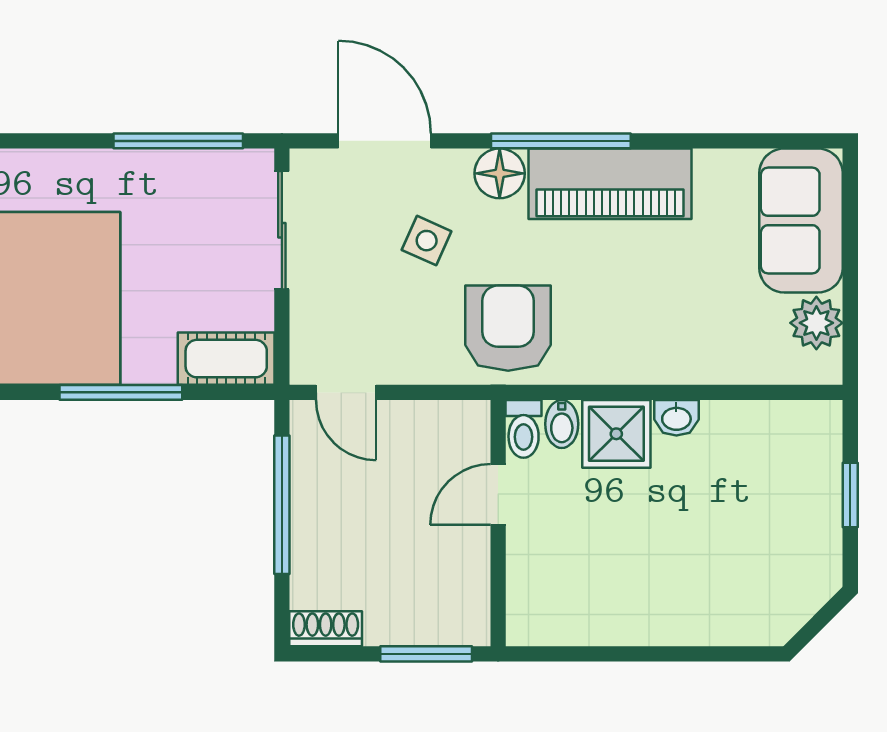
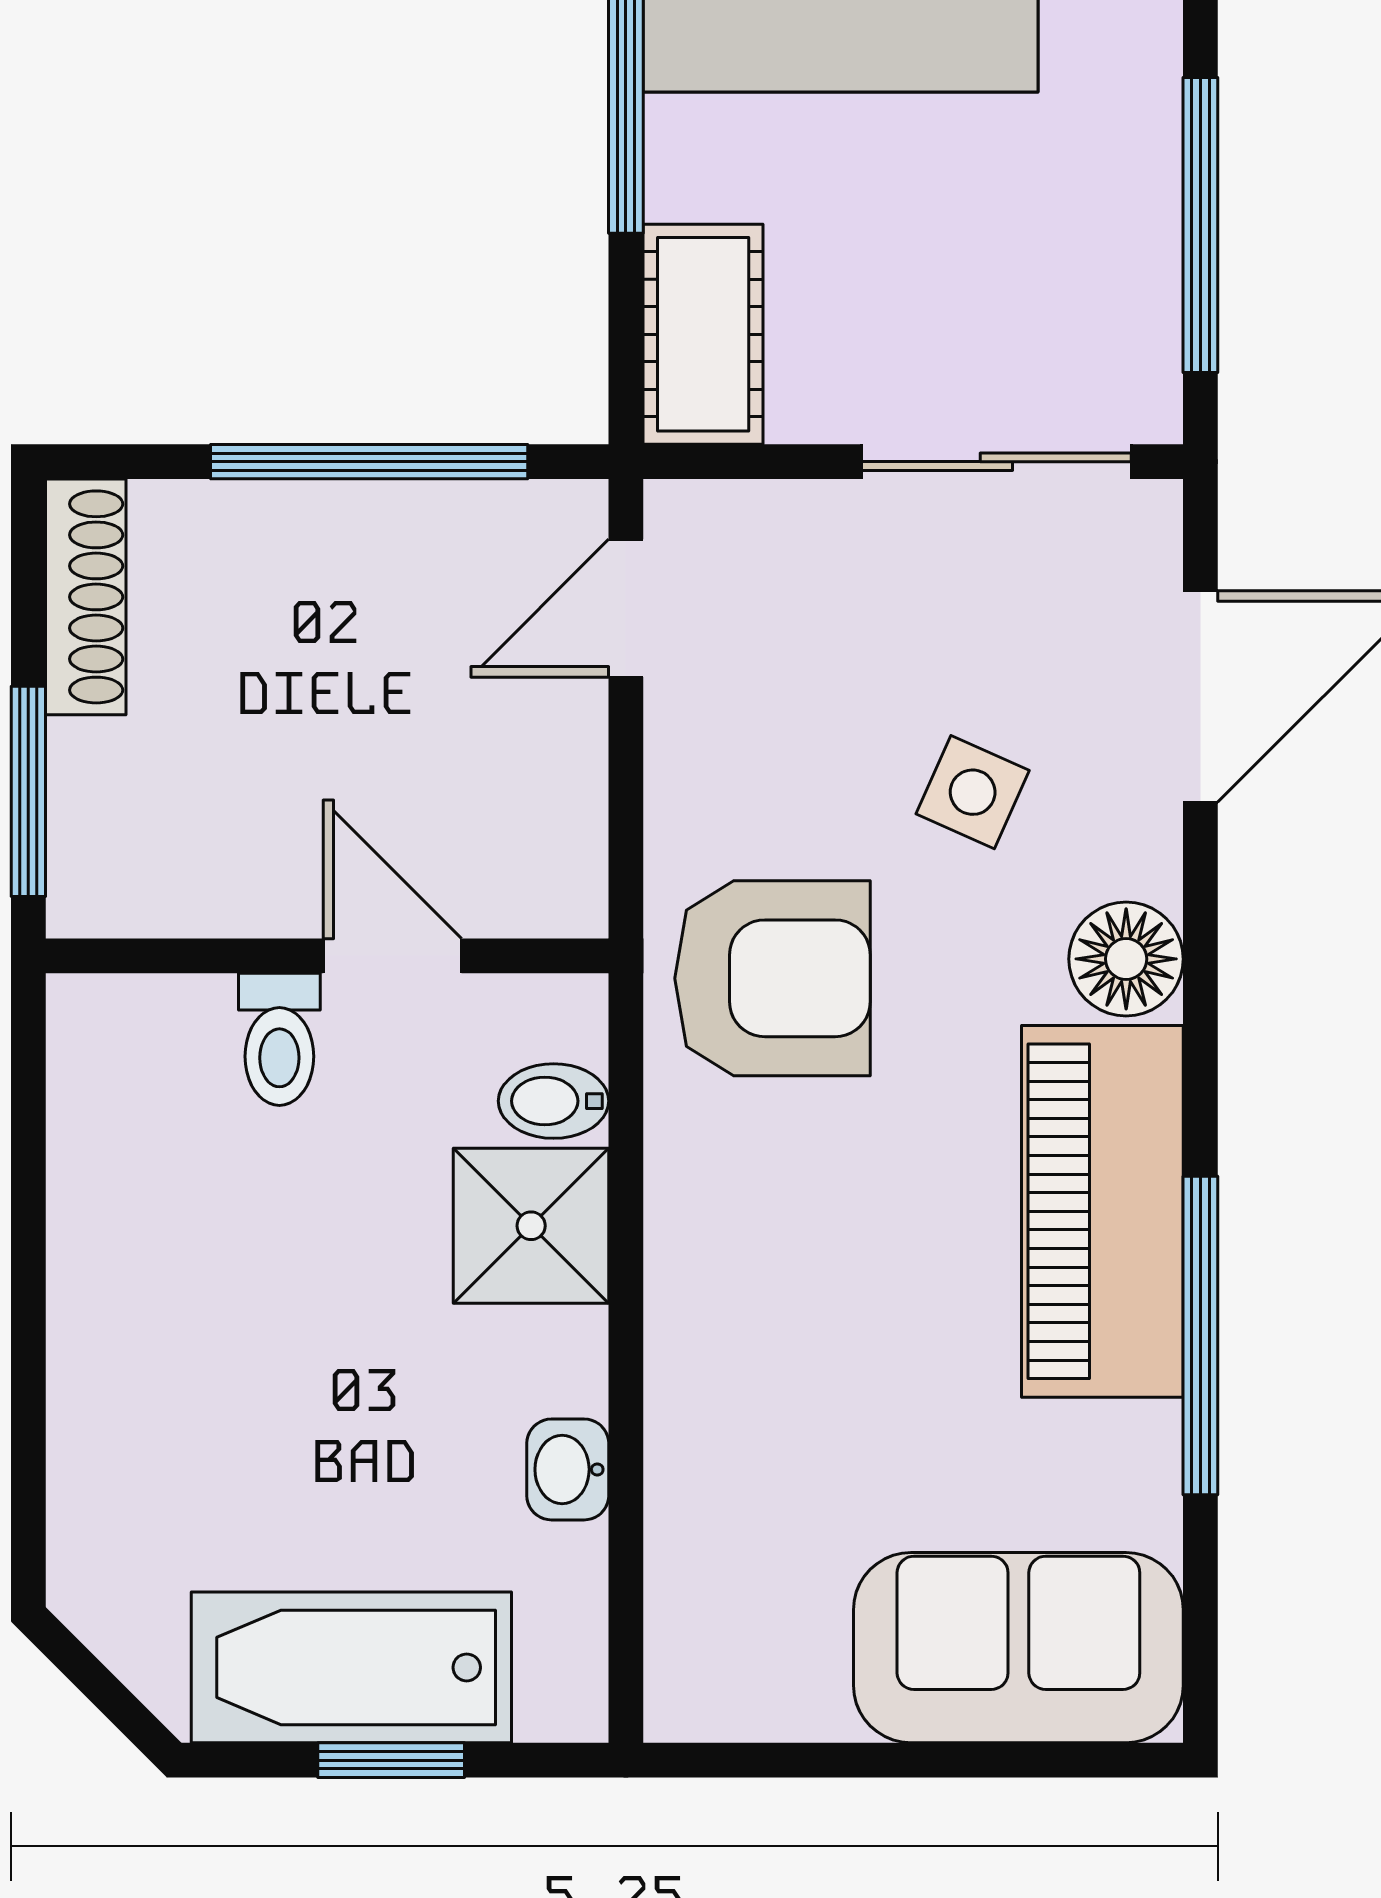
window: (561, 141) -> (1200, 1335), moved
plant: (816, 323) -> (784, 1683), removed
washbasin: (676, 418) -> (568, 1469), moved
toilet: (524, 429) -> (279, 1039), moved, turned -90
bathtub: (810, 512) -> (351, 1667), added
shoe rack: (326, 629) -> (86, 597), width x1.43

